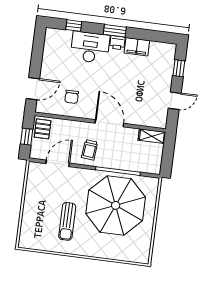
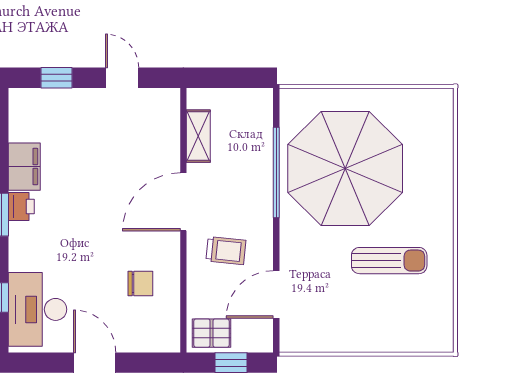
desk: (90, 47) -> (38, 309), moved
door: (33, 89) -> (95, 363), moved
shelving: (152, 136) -> (198, 136), moved
trolley: (90, 150) -> (226, 251), moved
door: (58, 163) -> (276, 294), hinge flipped

